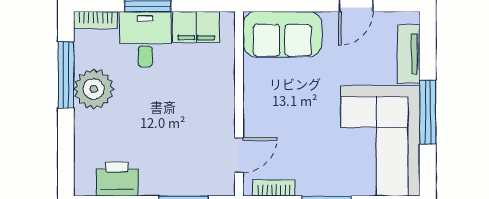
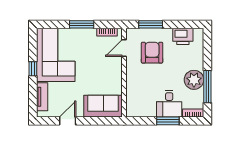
filing cabinet: (196, 27) -> (145, 110), removed
window: (428, 112) -> (33, 69), width x0.46
armchair: (181, 145) -> (152, 53), added

